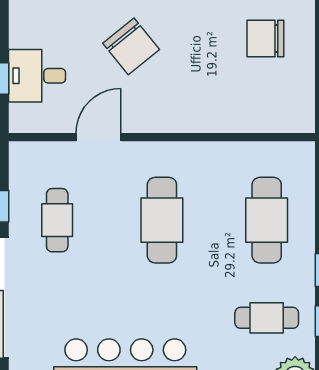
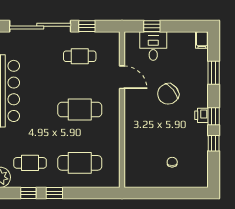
chair: (265, 39) -> (172, 162), width x0.54, depth x0.54
cafe table: (267, 318) -> (30, 163), turned 90

